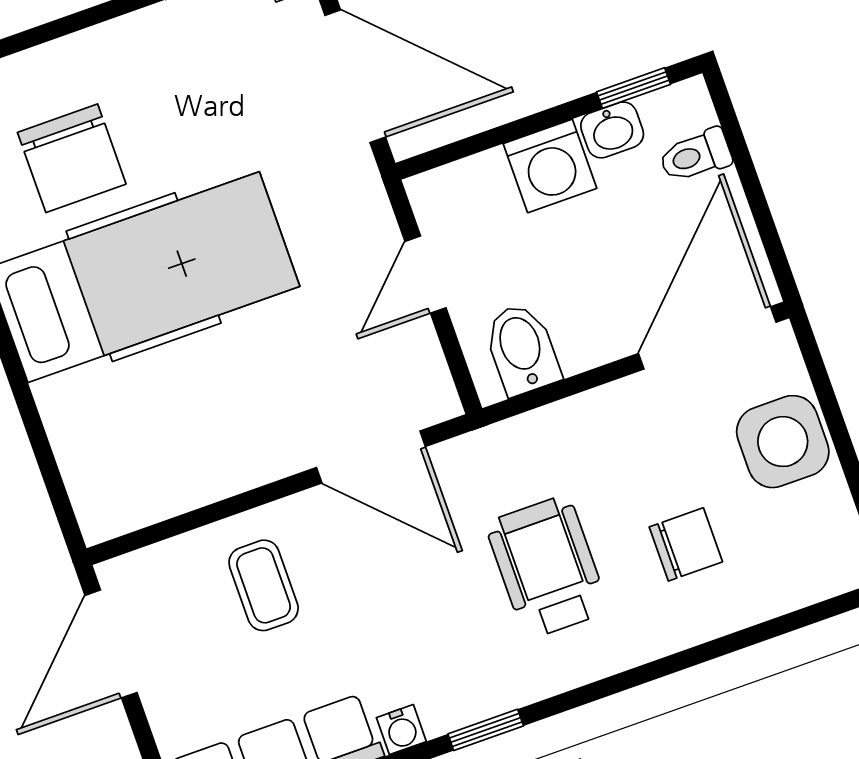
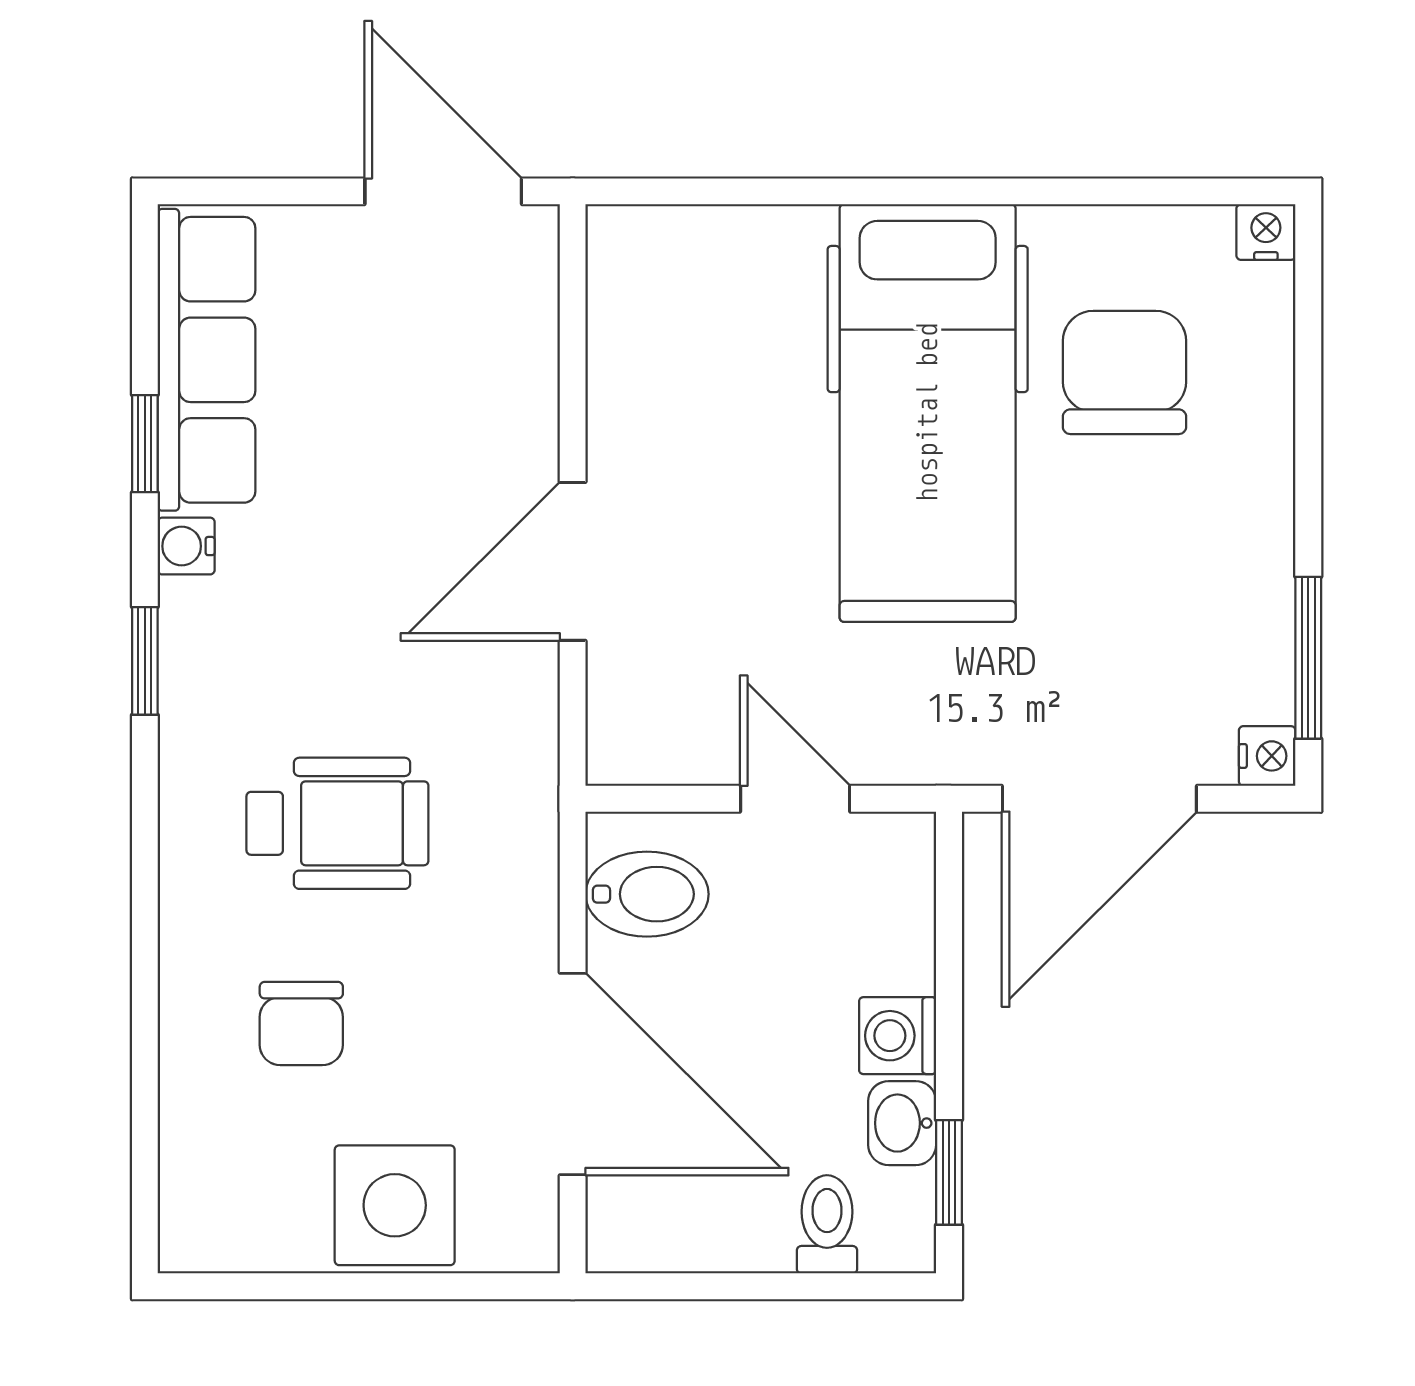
chair: (72, 158) -> (1125, 372), turned 90
washing machine: (550, 166) -> (898, 1036), width x0.73, depth x0.73
door: (707, 338) -> (573, 1074), moved
door: (371, 457) -> (573, 561), moved
coffee table: (264, 585) -> (449, 428), removed

